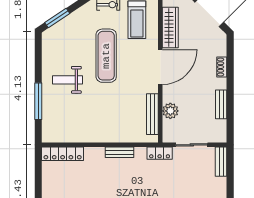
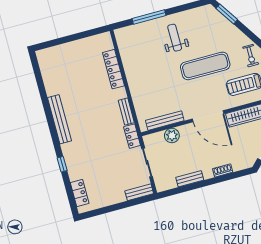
bench: (119, 152) -> (126, 111), moved
locker: (63, 154) -> (113, 69), moved

